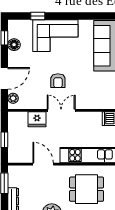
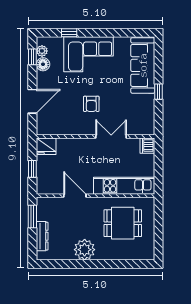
plant: (13, 98) -> (42, 51), moved
double door: (61, 110) -> (111, 137), moved
fridge: (37, 119) -> (46, 146), moved

